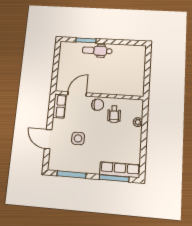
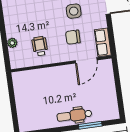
dental chair: (97, 51) -> (74, 115), turned 180
chair: (98, 105) -> (73, 37), moved

